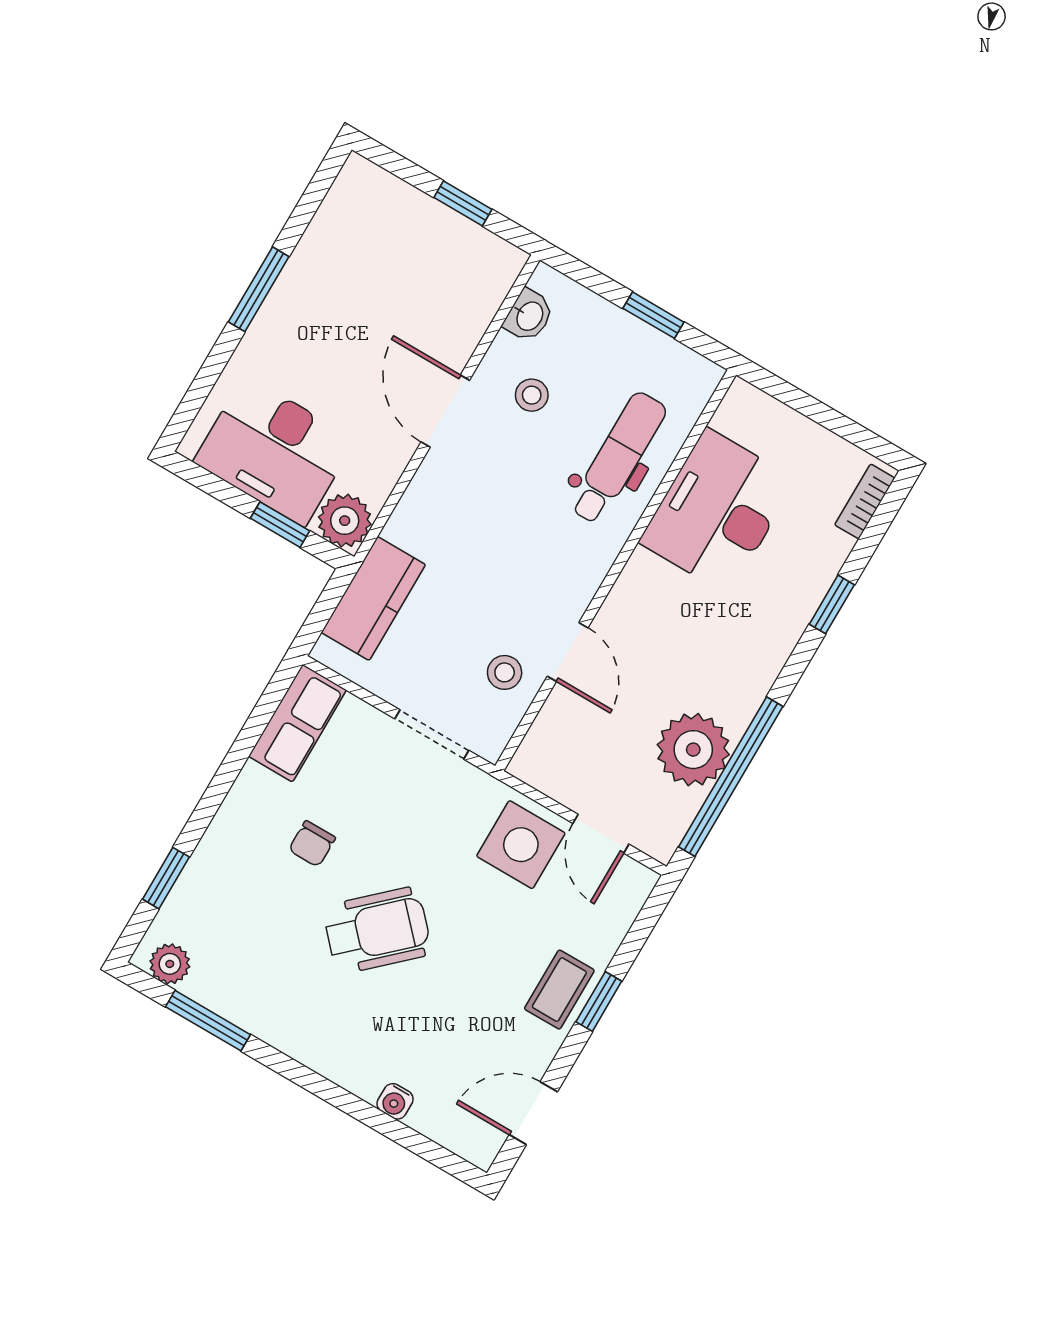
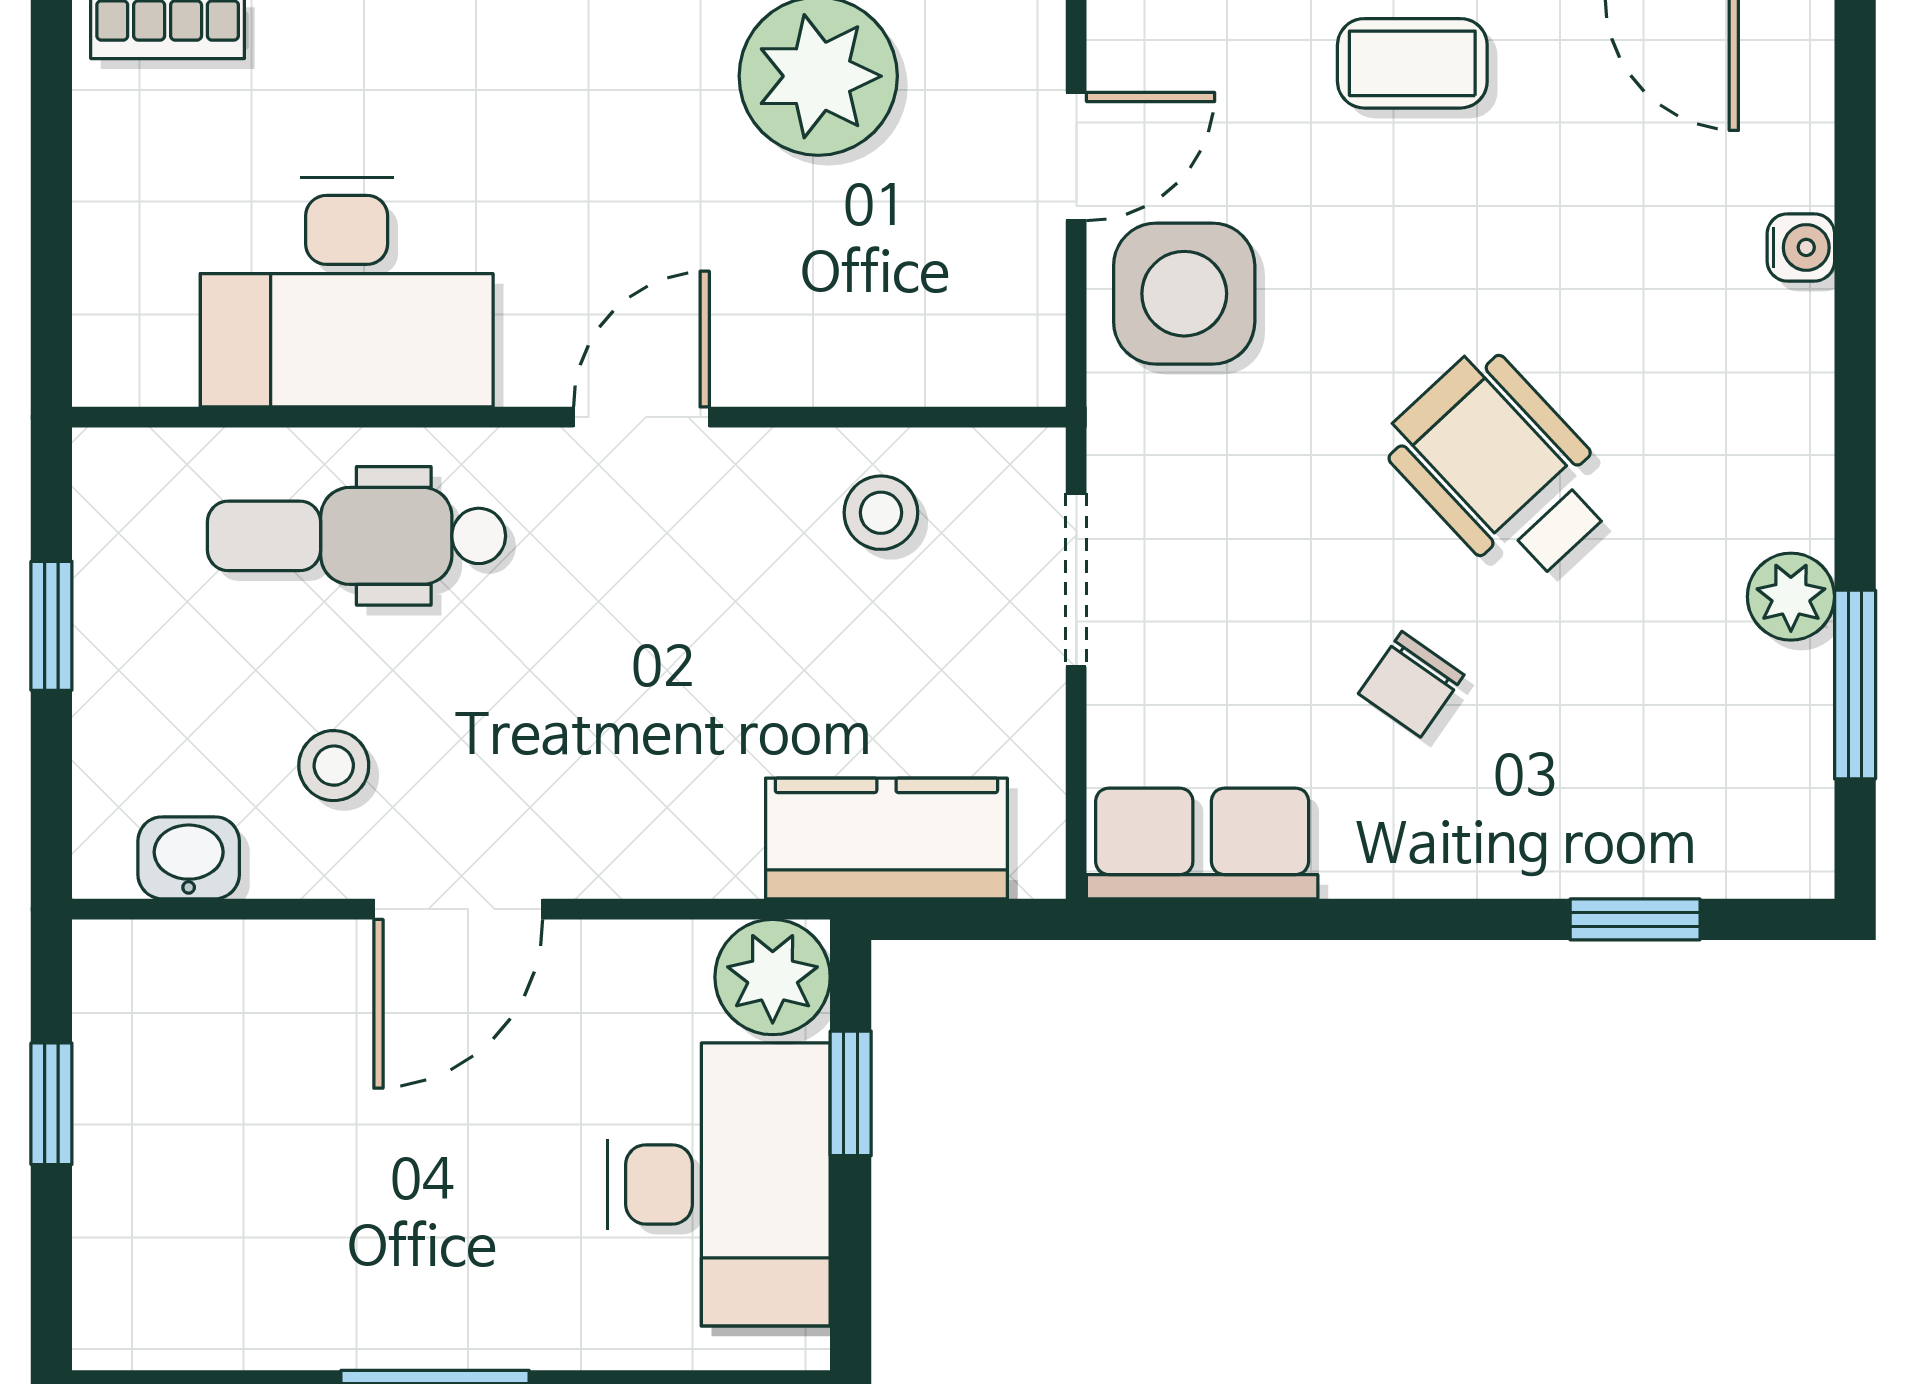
door: (568, 652) -> (641, 417), moved
chair: (312, 844) -> (1411, 684), turned 125
plant: (170, 964) -> (1791, 597), moved

